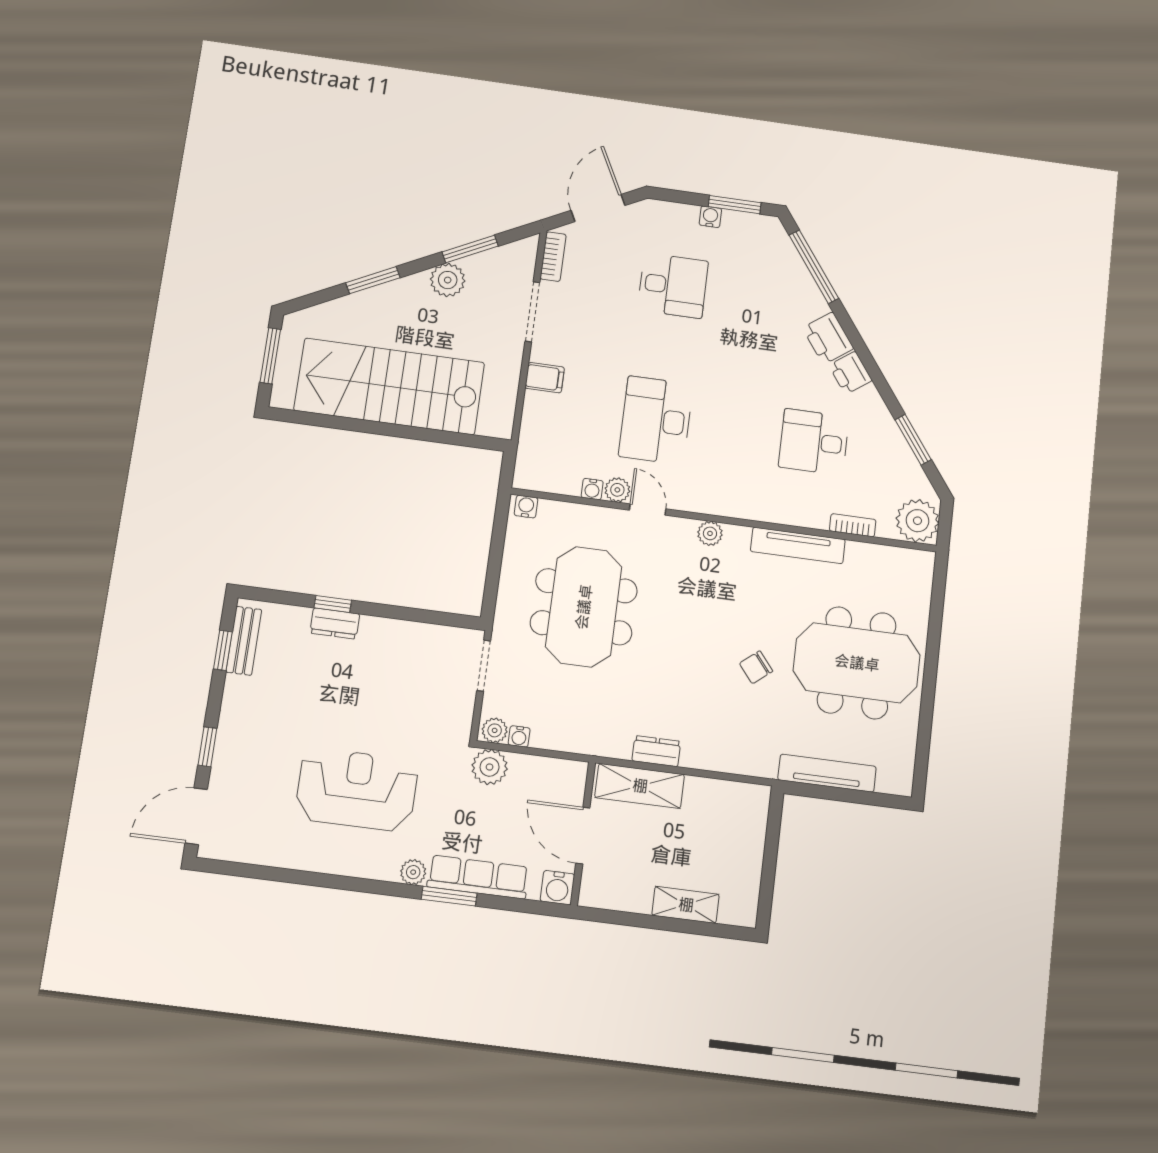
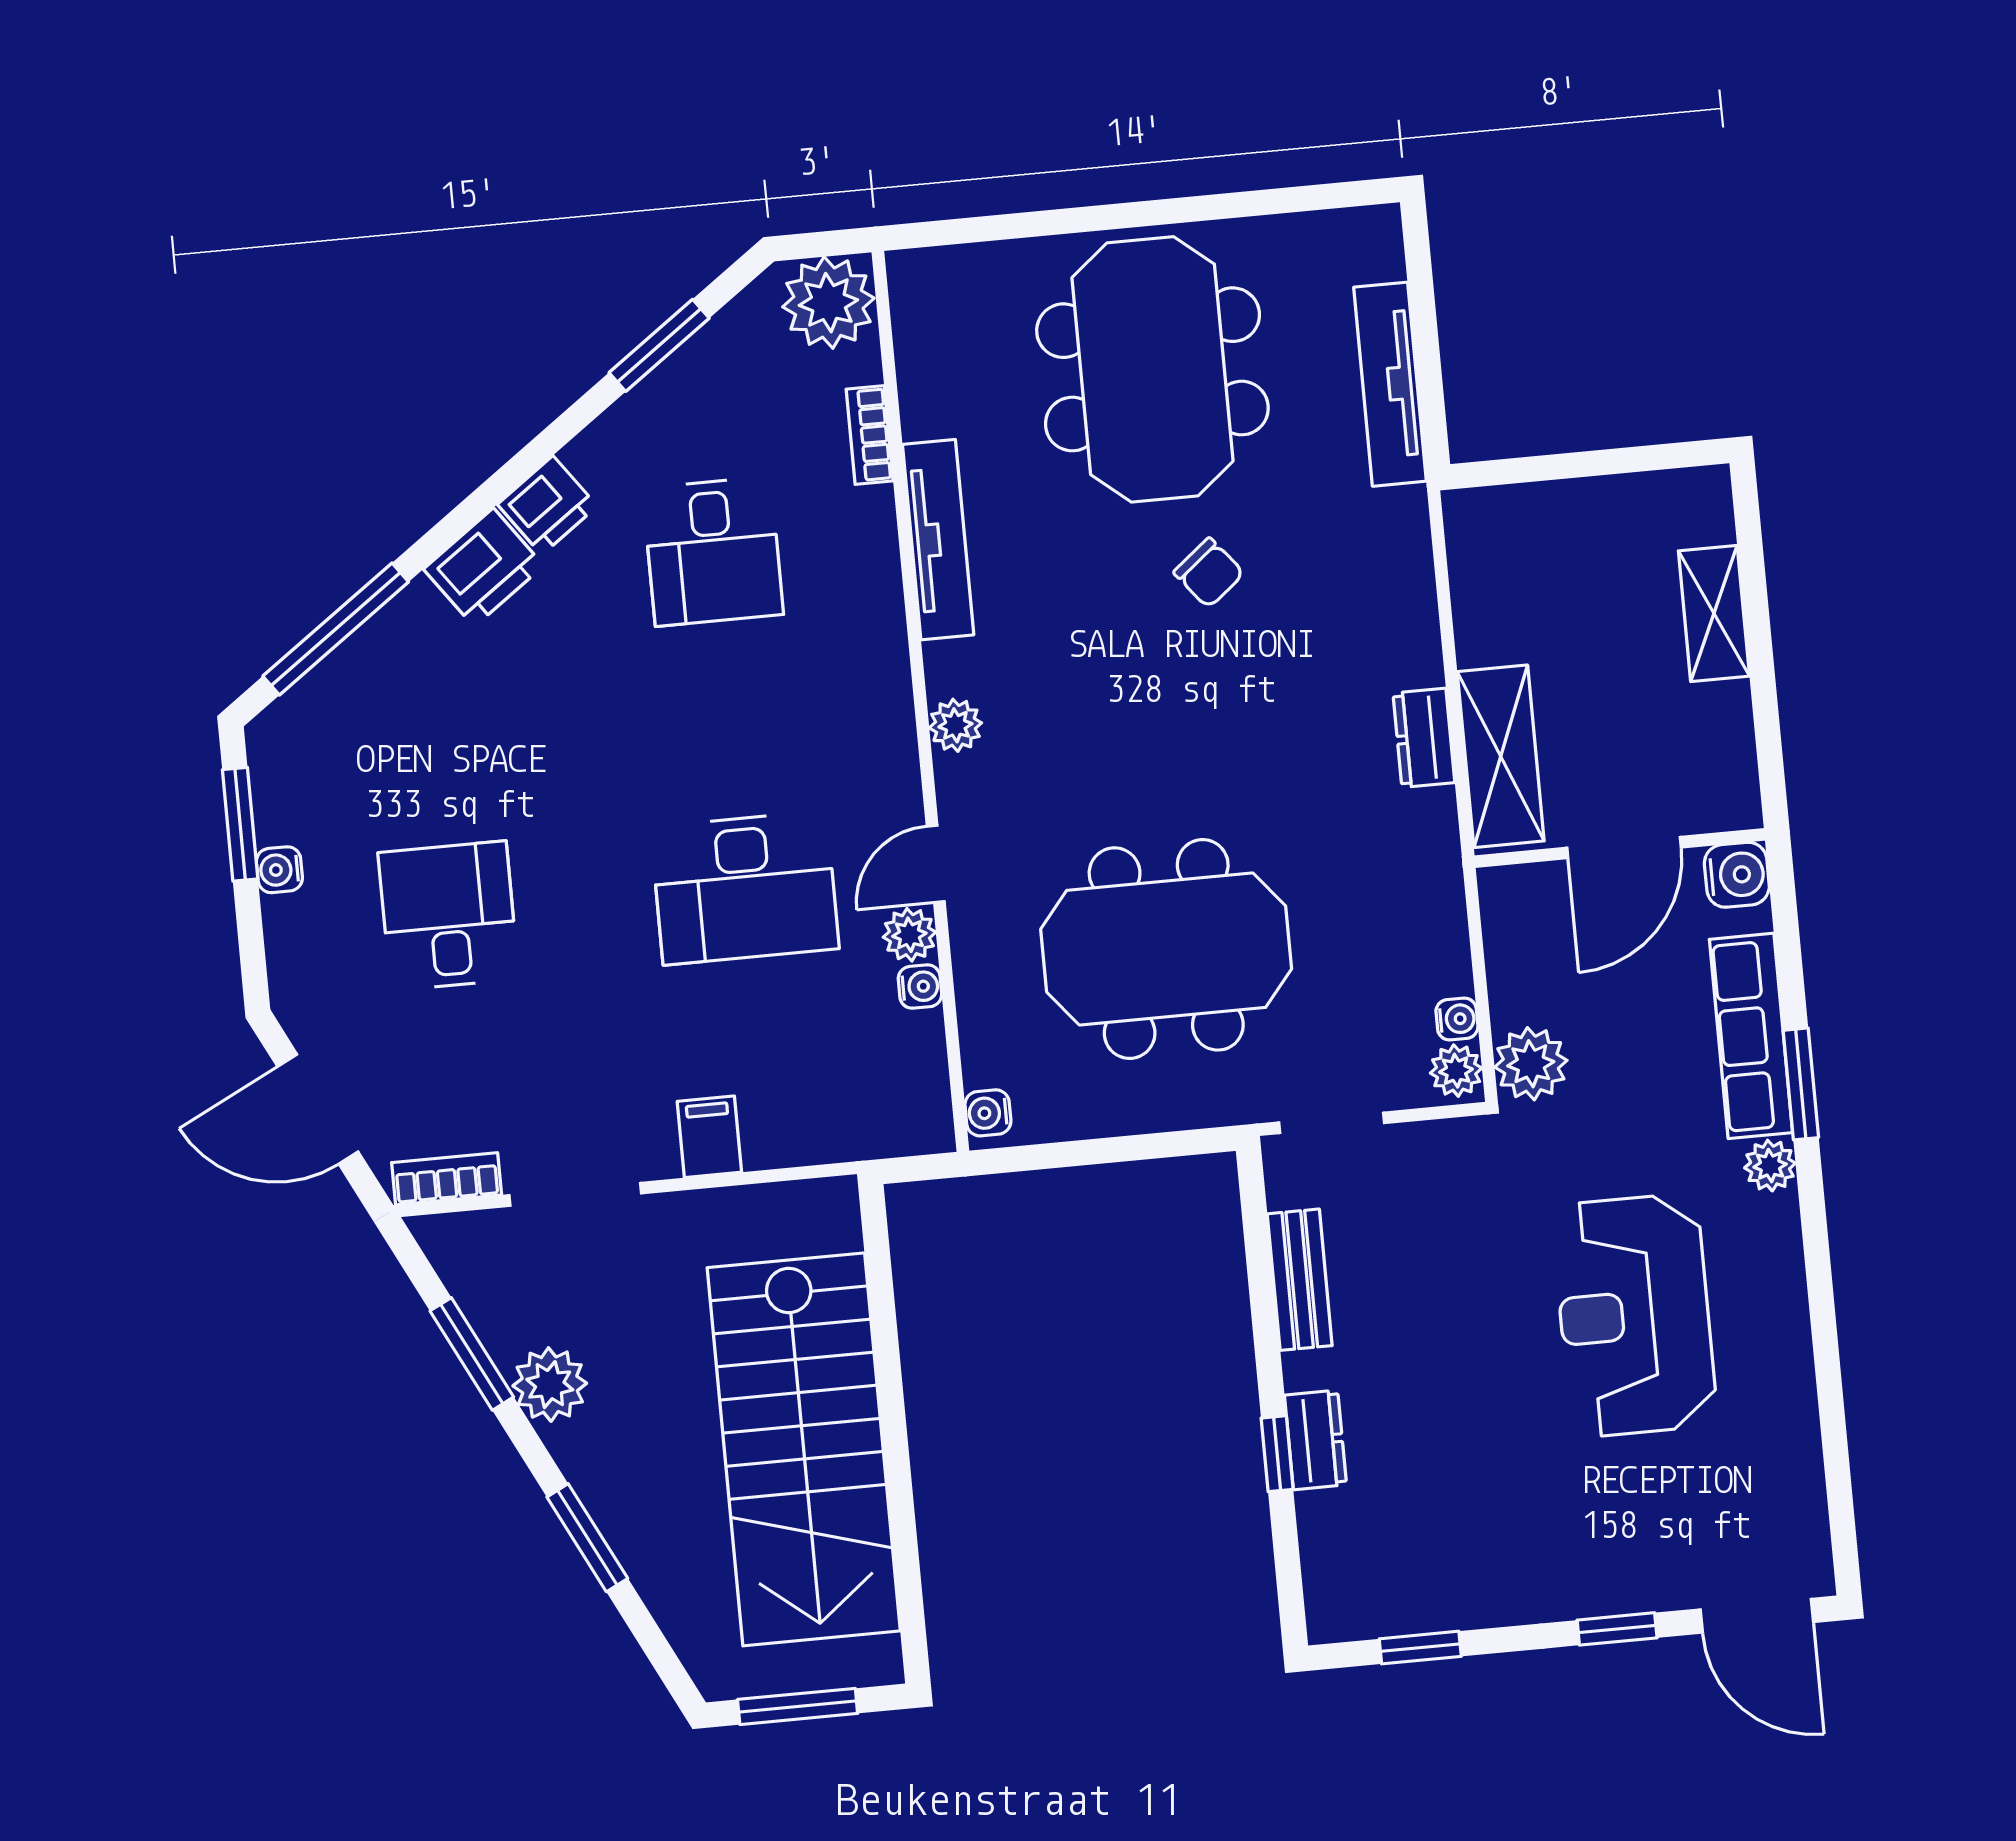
bench: (244, 641) -> (1300, 1280), moved, turned 90

